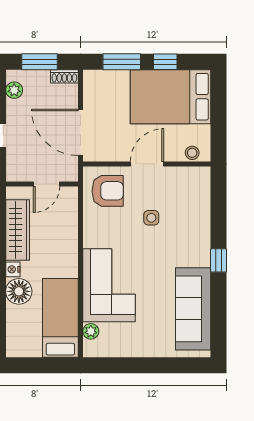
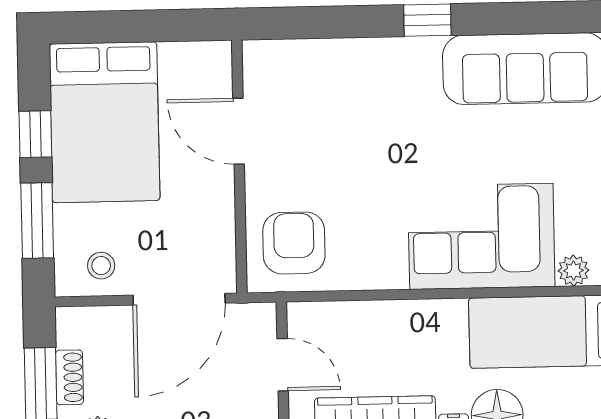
shoe rack: (64, 76) -> (69, 377), moved
stool: (192, 153) -> (101, 266), moved
door: (147, 164) -> (239, 131), moved
side table: (151, 218) -> (346, 155), removed

